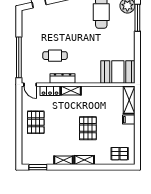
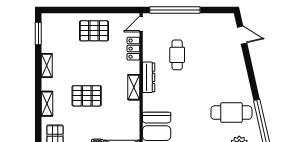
dresser: (63, 79) -> (149, 77), moved
shelving: (71, 90) -> (134, 87), moved
shelving: (84, 160) -> (47, 104), moved

